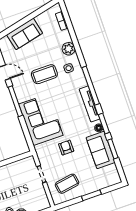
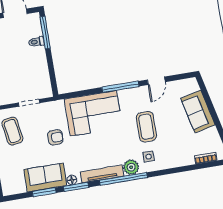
plant: (69, 49) -> (131, 167), moved

